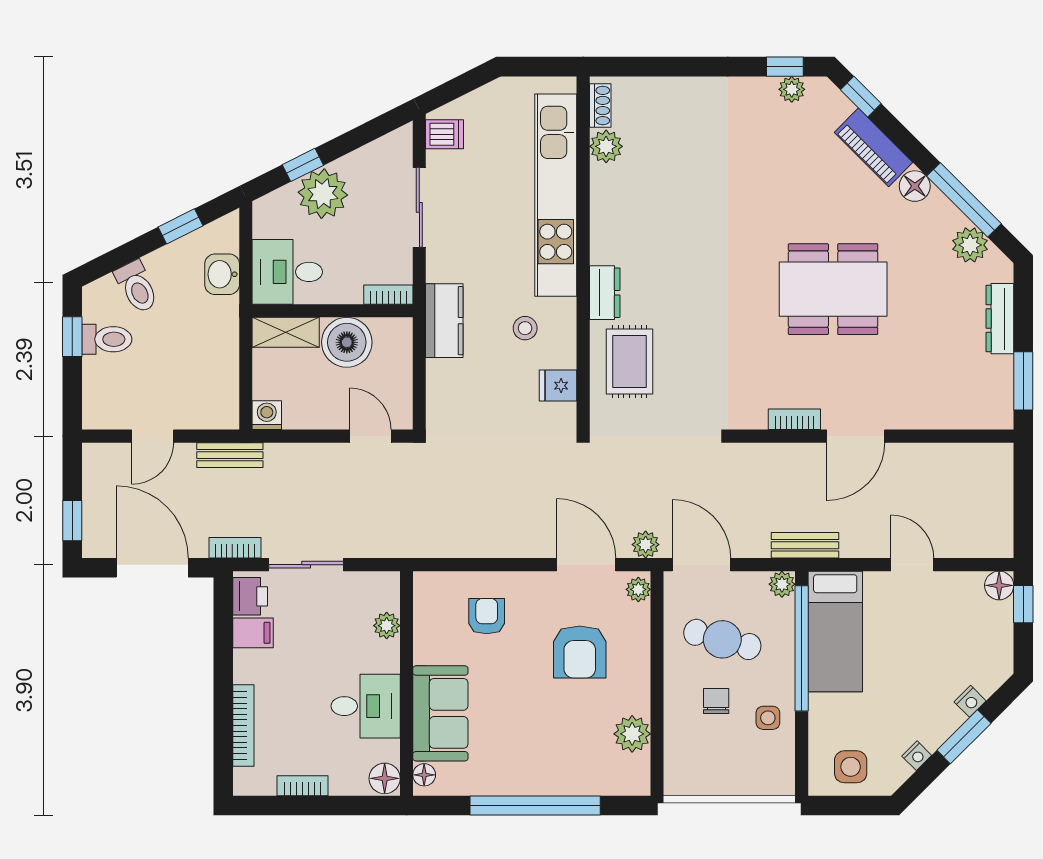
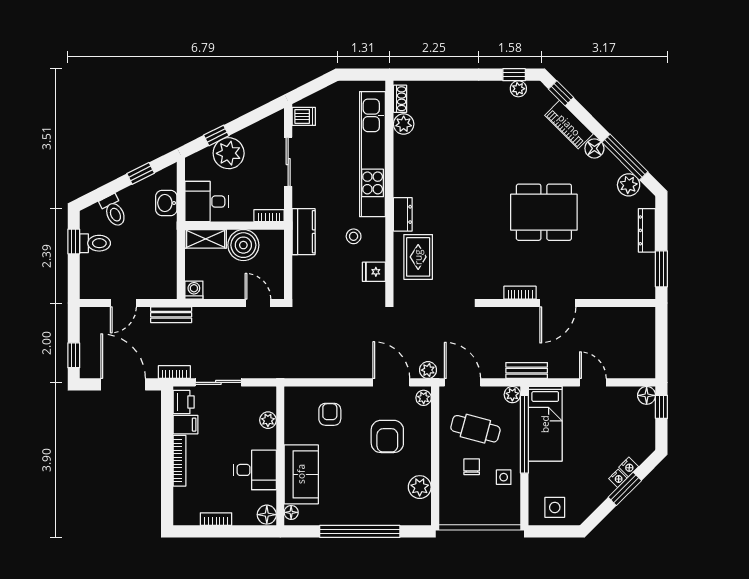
bookcase: (243, 725) -> (179, 461), moved
nightstand: (917, 756) -> (618, 478), moved

